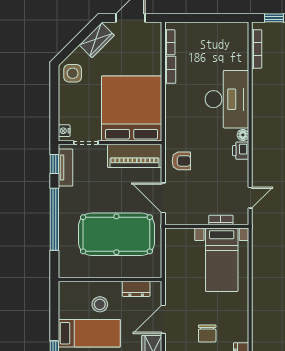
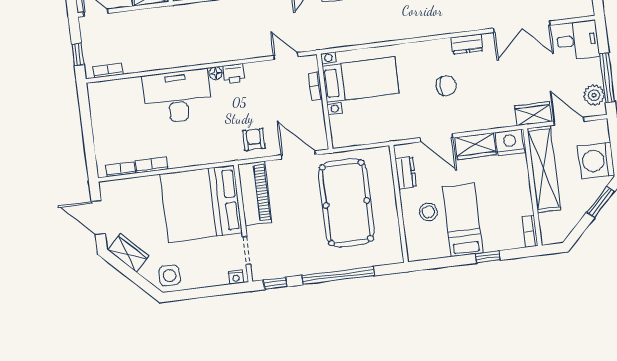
bookcase: (257, 49) -> (108, 71), width x0.64
tv unit: (66, 168) -> (278, 270), removed
door: (163, 198) -> (298, 155), swing flipped

